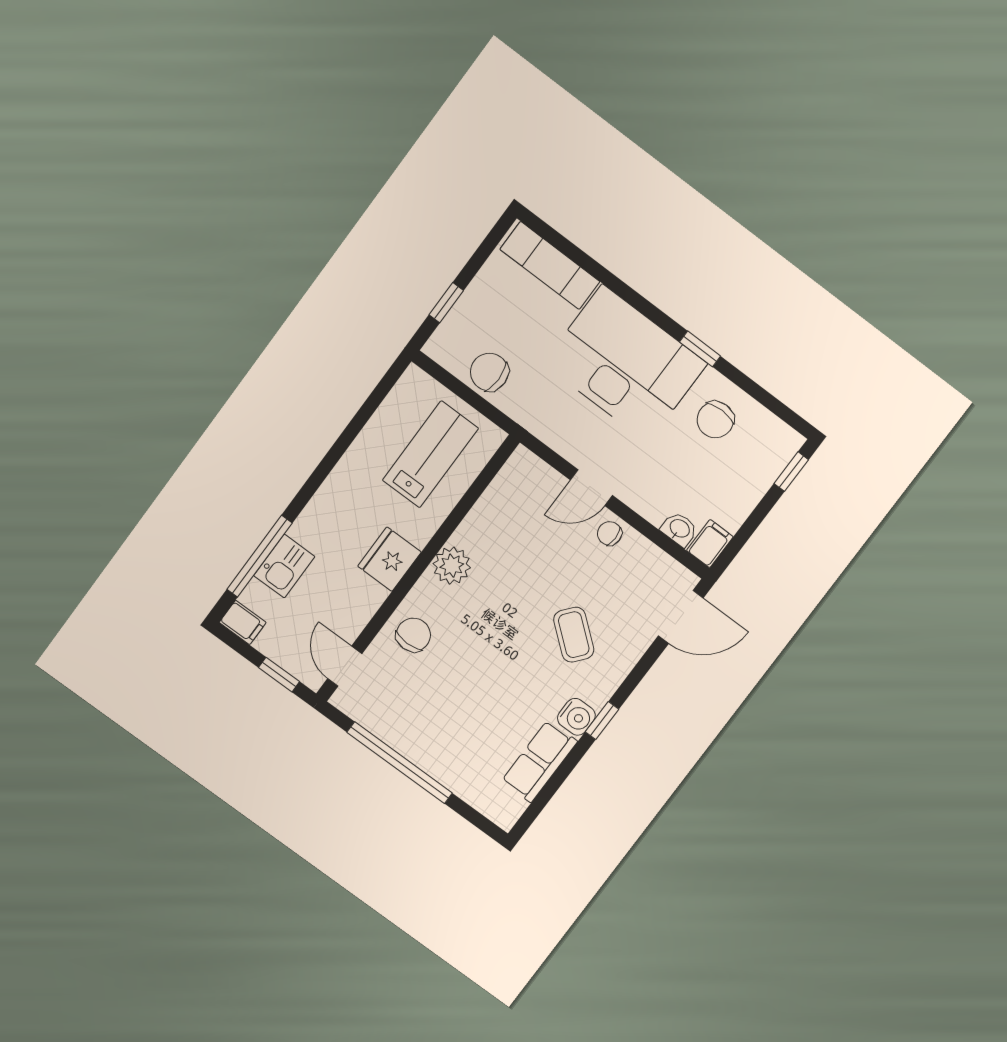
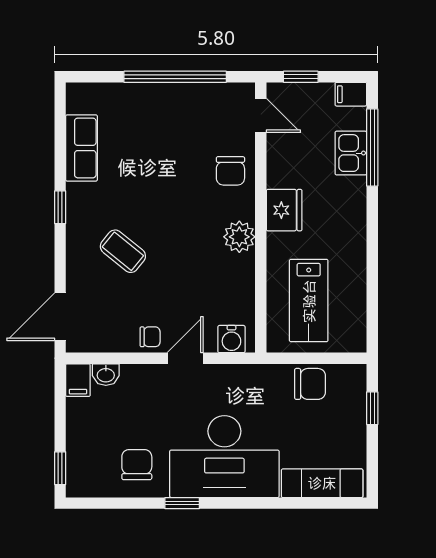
water cooler: (576, 717) -> (231, 339), moved, turned -90

